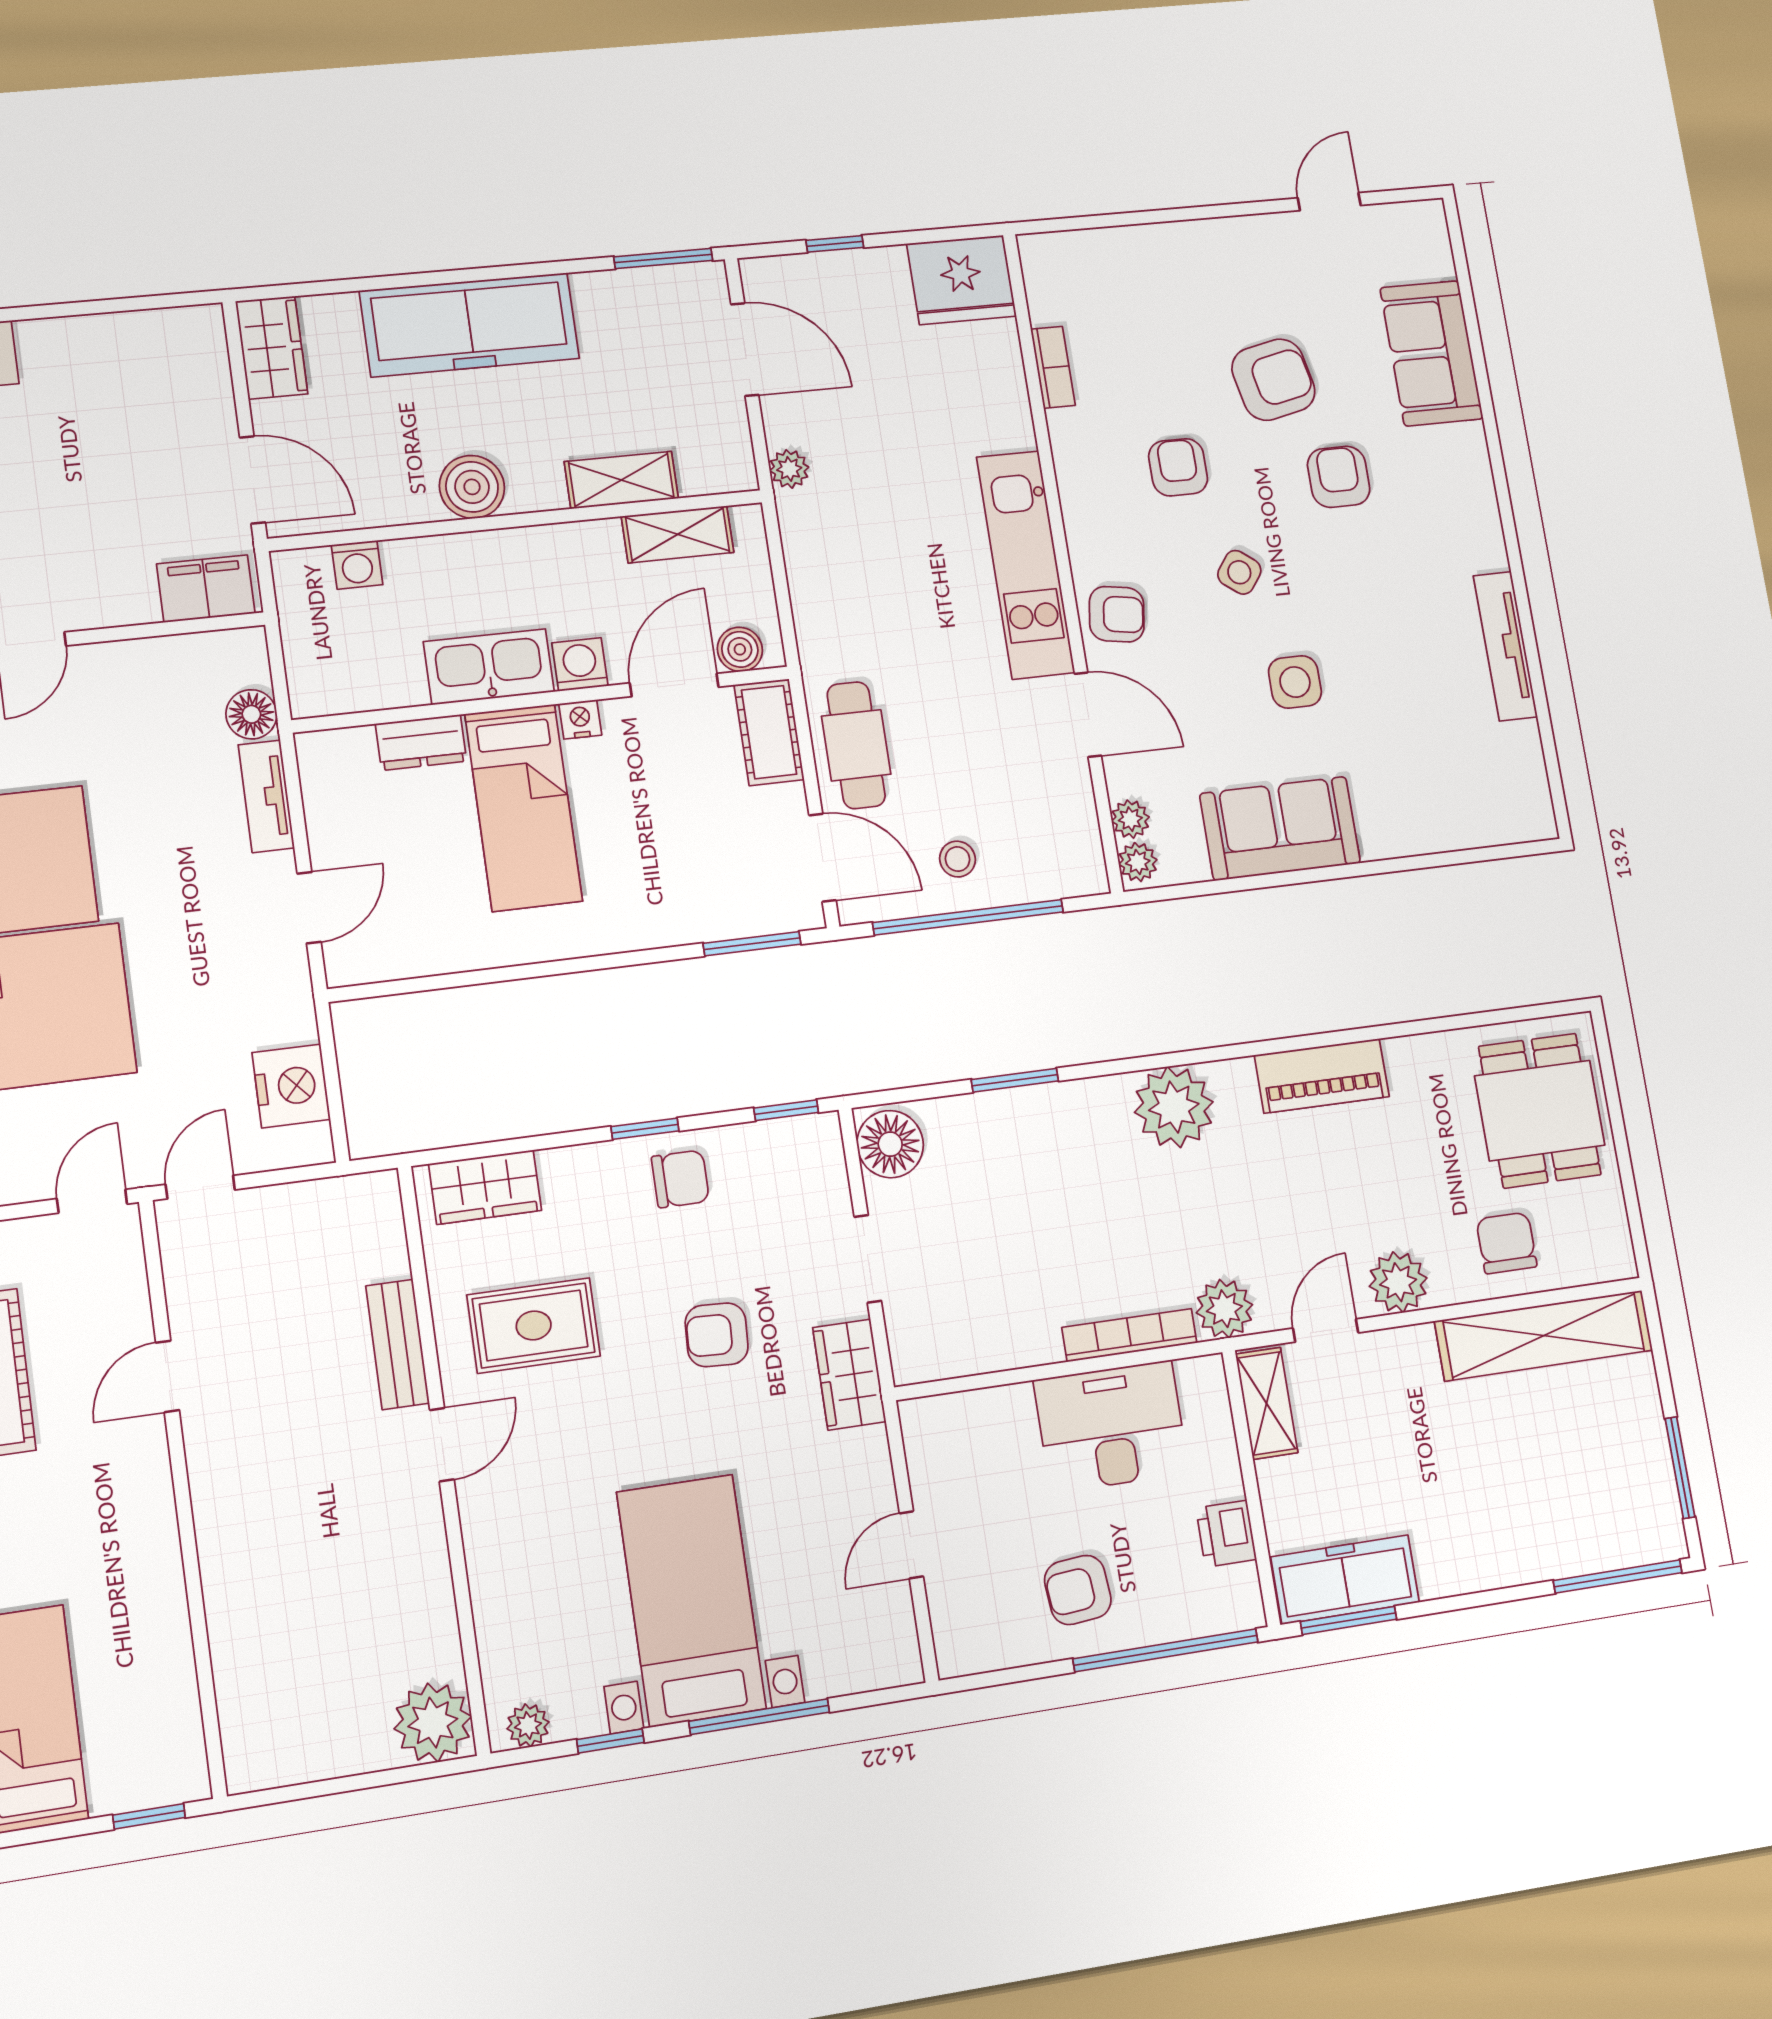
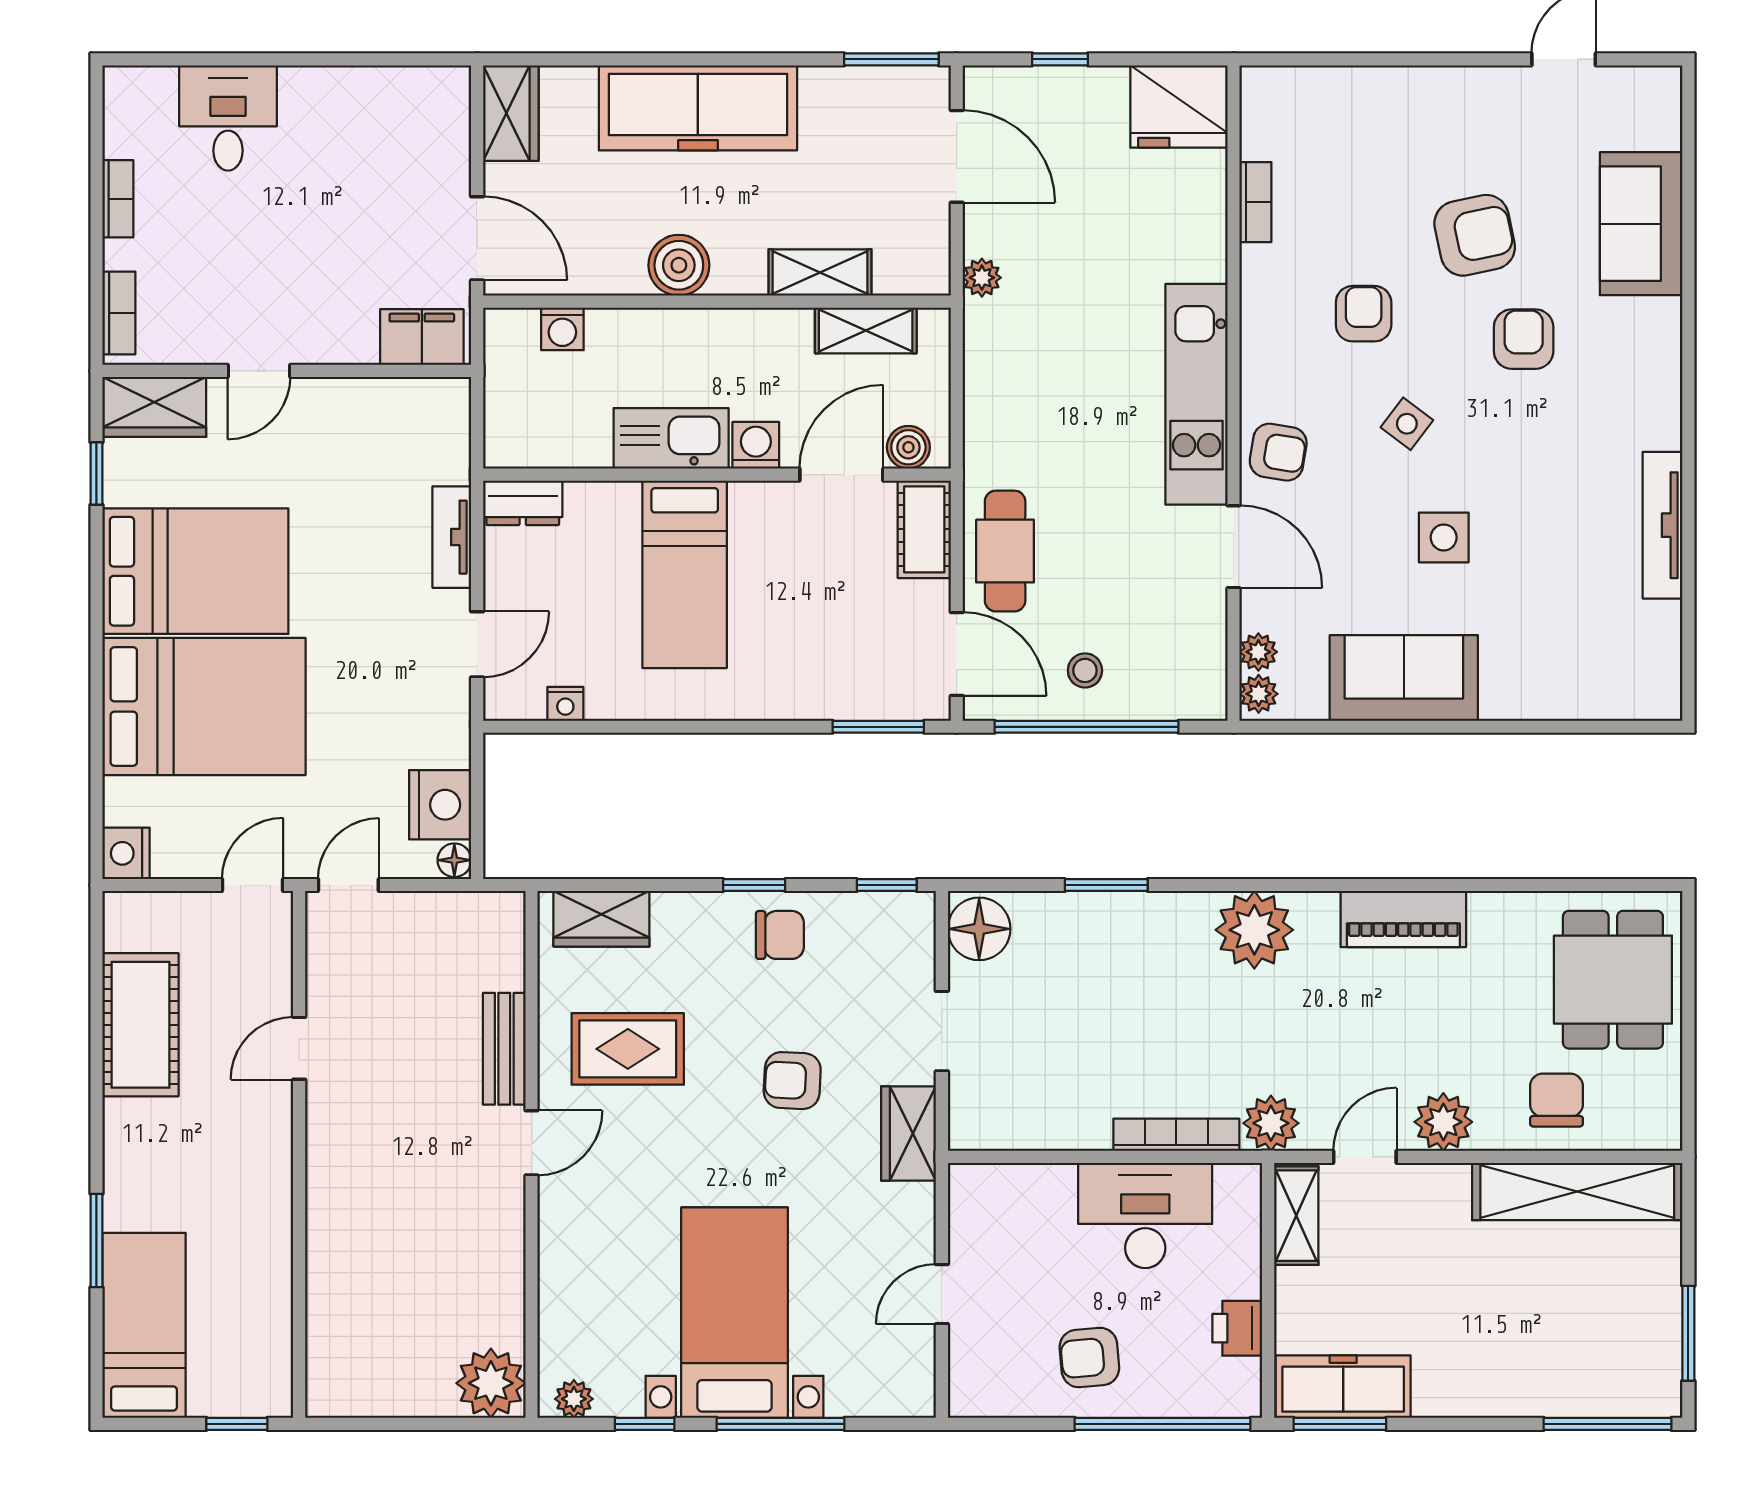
floor lamp: (251, 714) -> (454, 860), moved, width x0.73, depth x0.73
nightstand: (580, 719) -> (565, 704), moved, turned 180
dresser: (421, 742) -> (523, 503), moved

